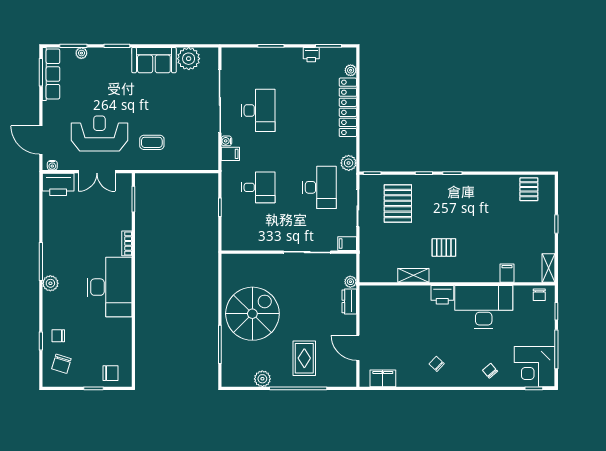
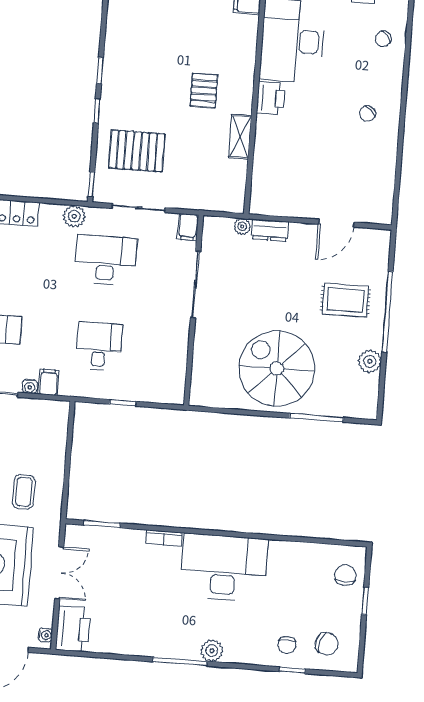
filing cabinet: (383, 378) -> (382, 191), removed

